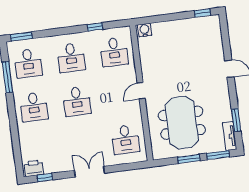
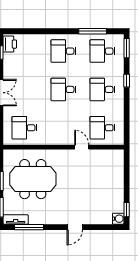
window: (95, 27) -> (127, 81), moved
water cooler: (145, 30) -> (118, 219), moved
door: (141, 91) -> (82, 147), moved
window: (236, 120) -> (29, 227), width x1.44

